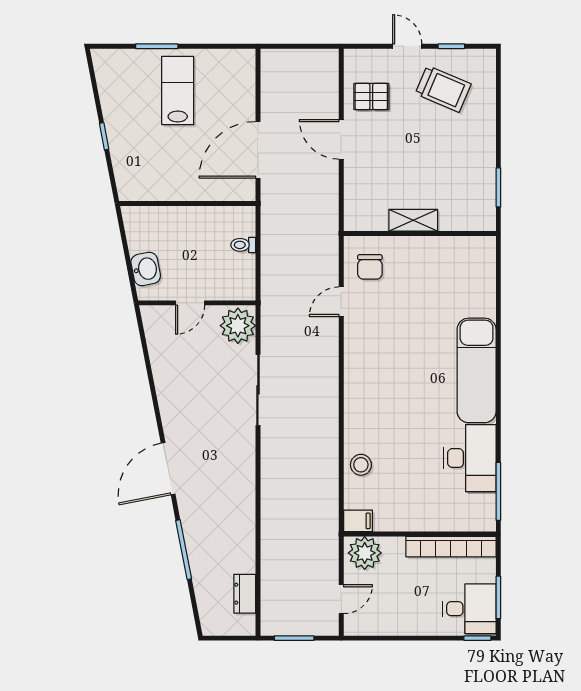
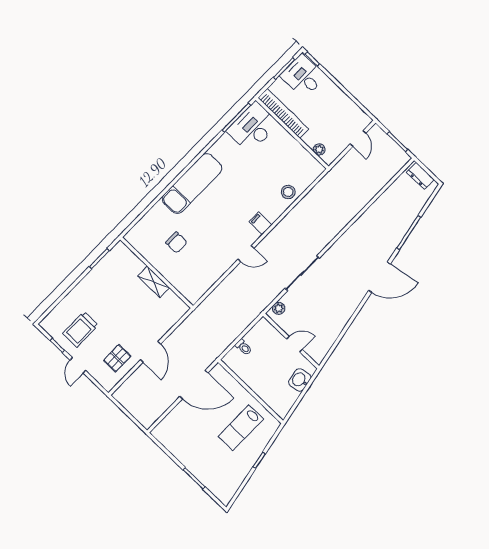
trolley: (443, 89) -> (80, 329), turned -113
lab bench: (178, 90) -> (241, 428), moved
pallet: (371, 97) -> (117, 358), turned 90
chair: (370, 267) -> (176, 242), moved, turned 90
door: (341, 302) -> (246, 254), moved
plant: (238, 326) -> (279, 308), width x0.53, depth x0.53
desk: (470, 458) -> (253, 127), moved
filing cabinet: (358, 521) -> (260, 223), moved
plant: (365, 553) -> (319, 149), width x0.53, depth x0.53
dresser: (245, 594) -> (420, 176), moved, turned 90
door: (341, 599) -> (358, 138), swing flipped

